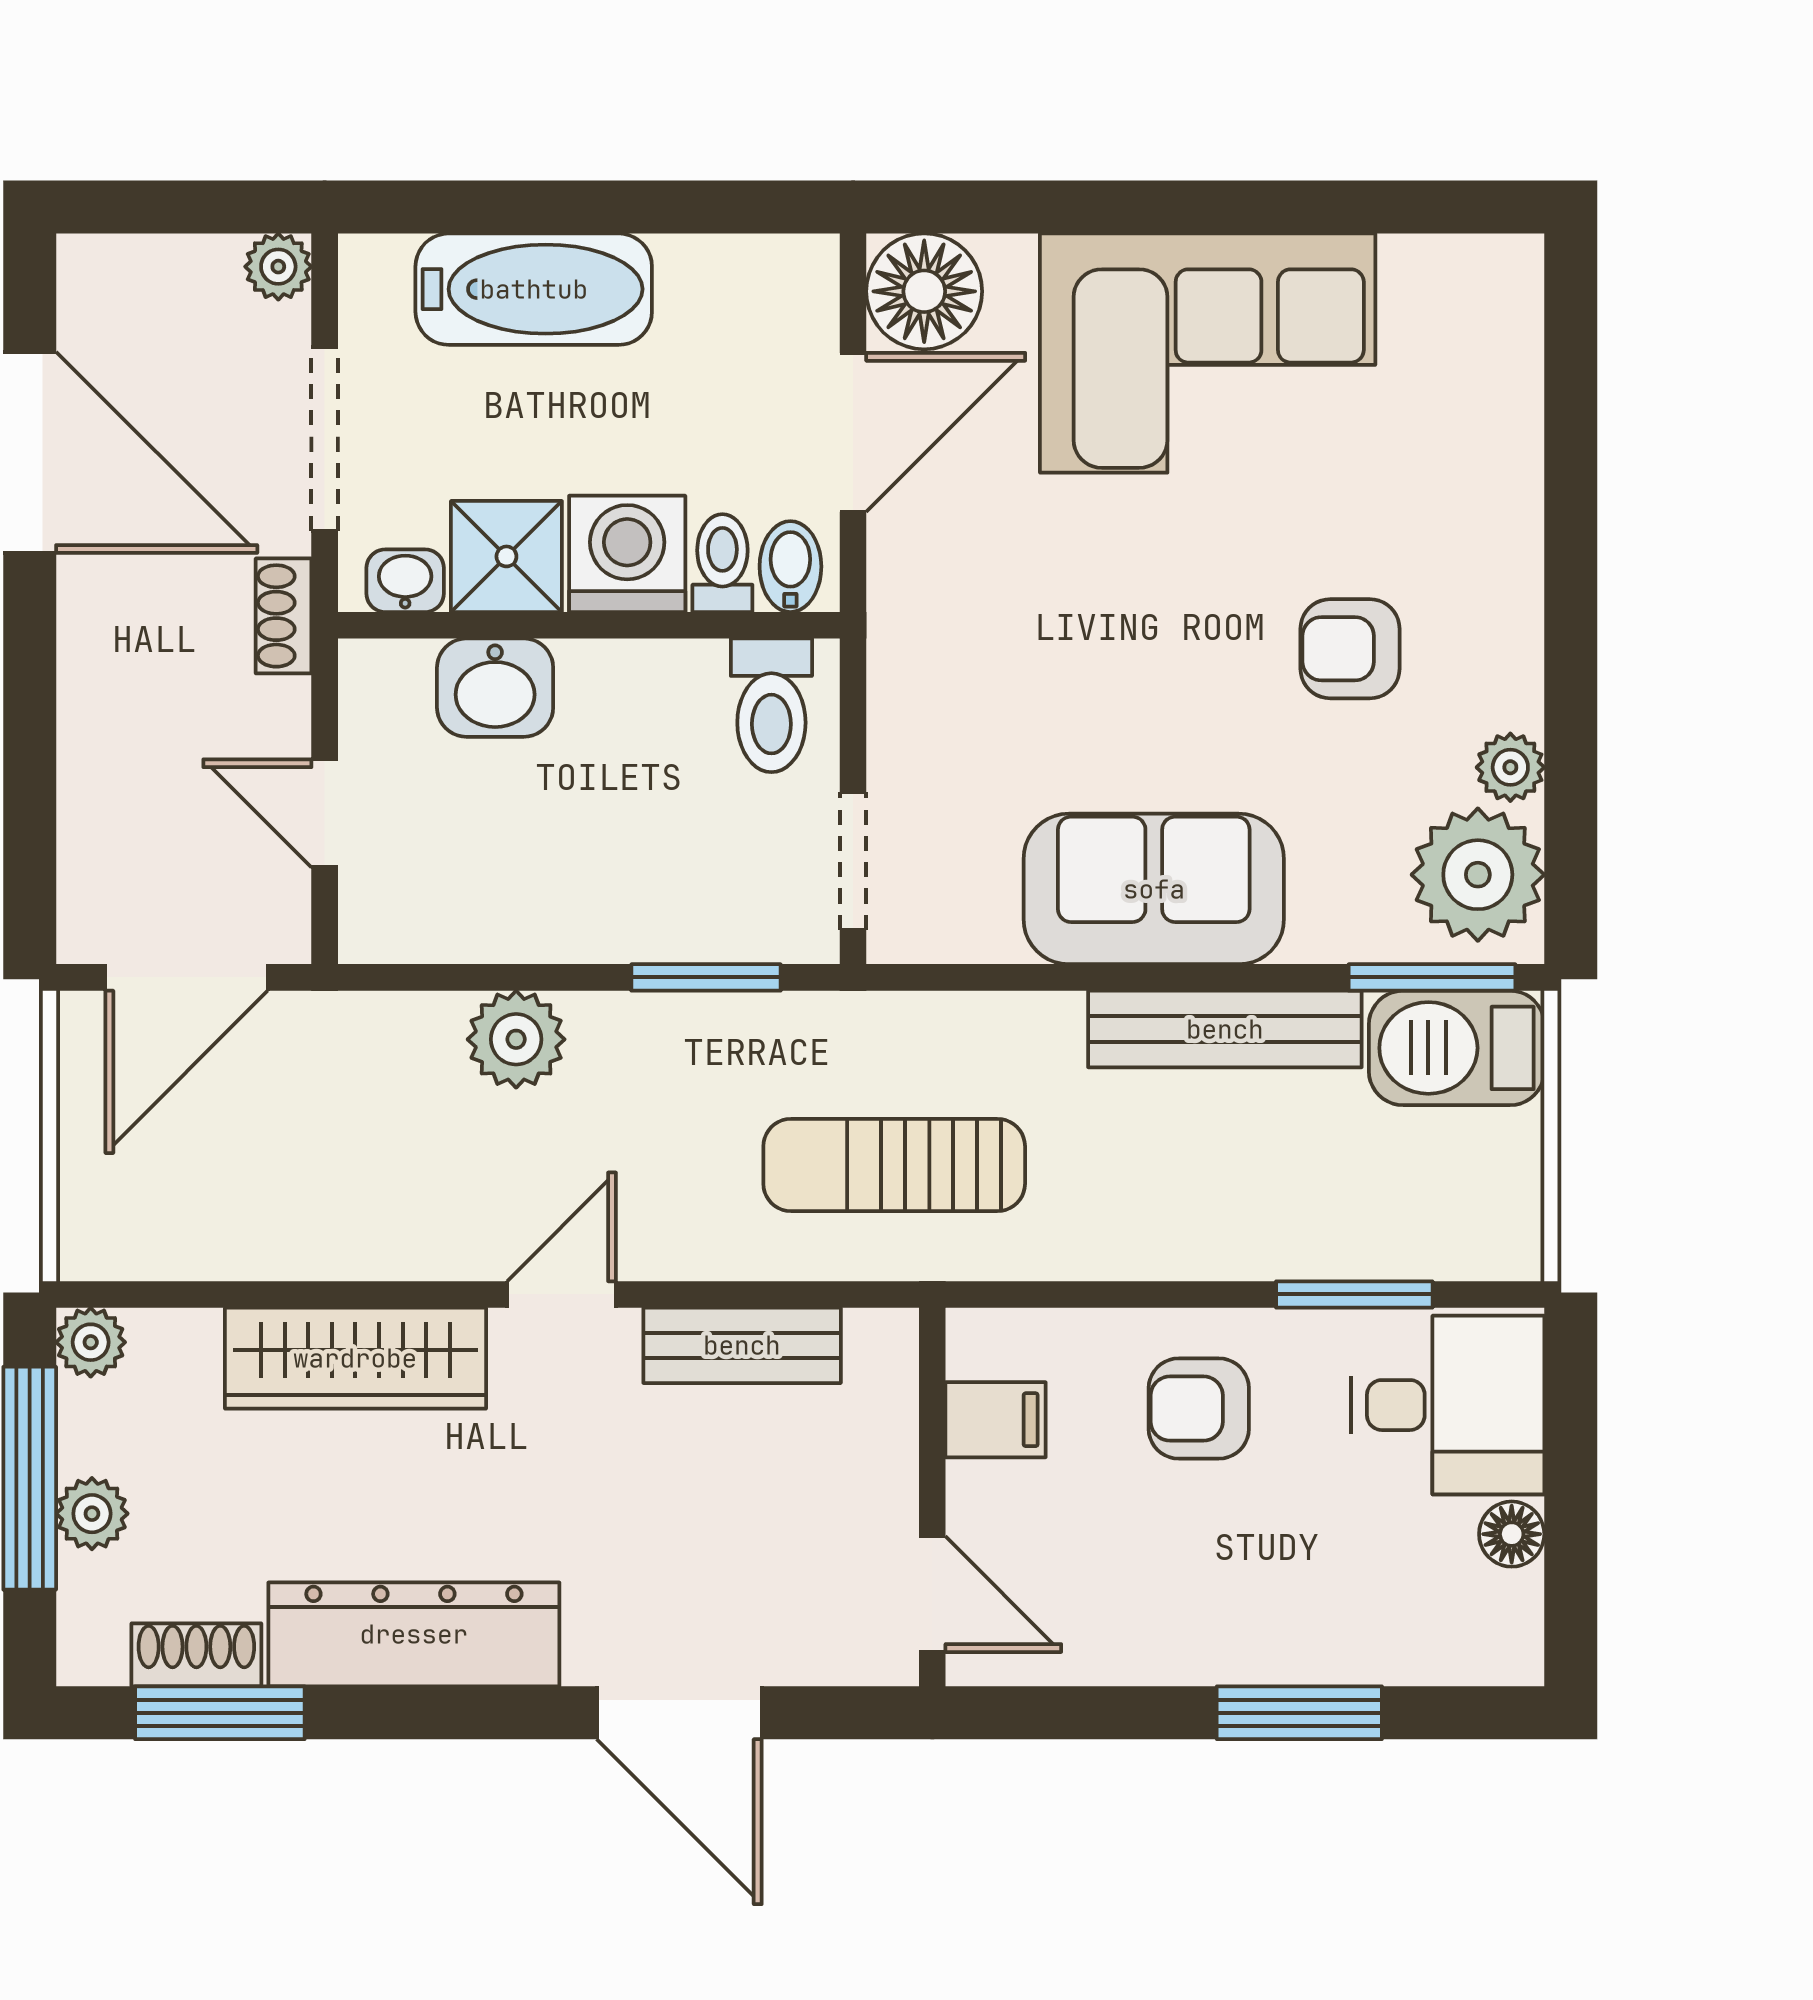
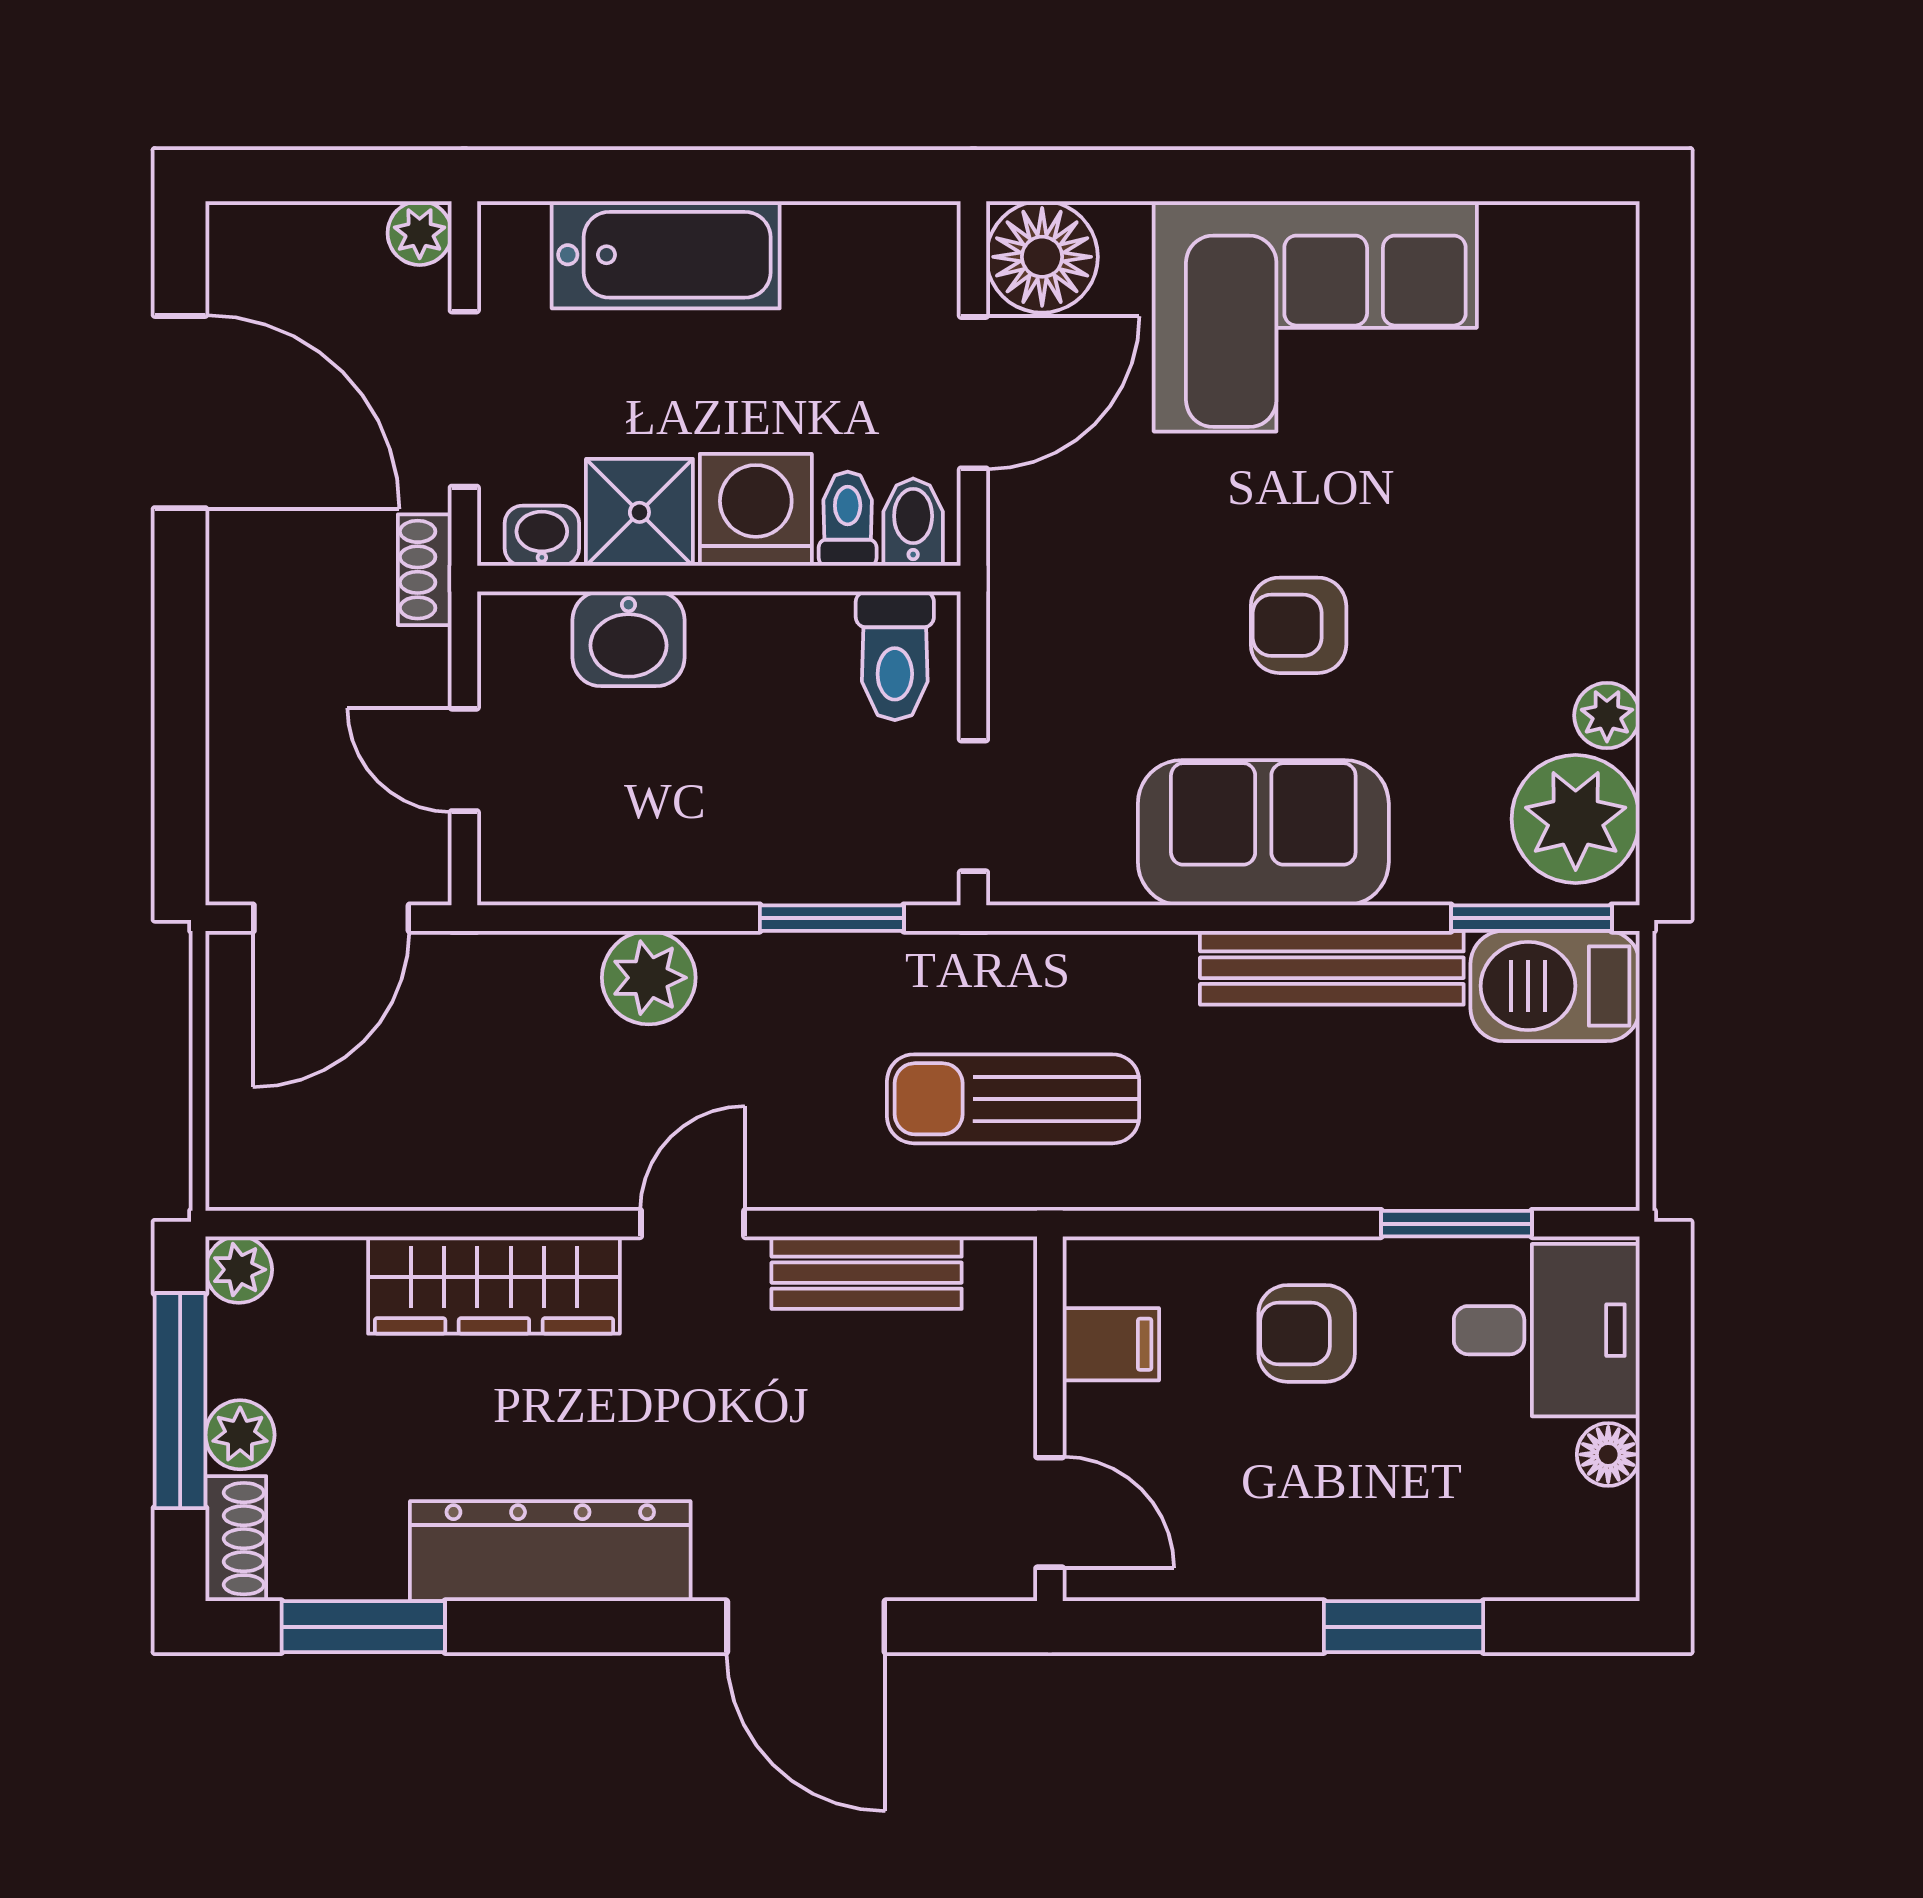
armchair: (1350, 649) -> (1299, 625), moved
shoe rack: (196, 1655) -> (236, 1539), moved, turned 90

